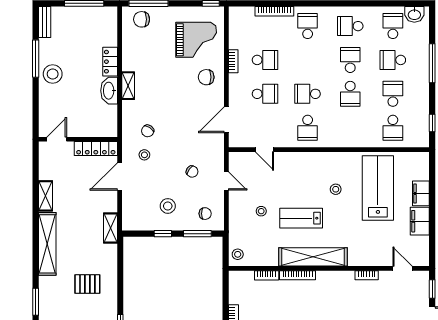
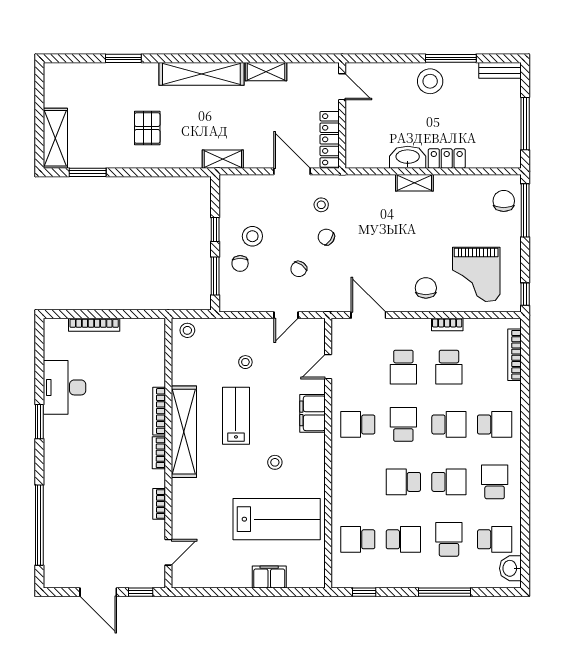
bookcase: (274, 11) -> (515, 355), moved
school desk: (308, 60) -> (449, 424), added
chair: (148, 131) -> (326, 237), moved
chair: (205, 214) -> (240, 263), moved
filing cabinet: (420, 221) -> (313, 413), moved, turned -90
bookcase: (267, 275) -> (159, 453), moved

